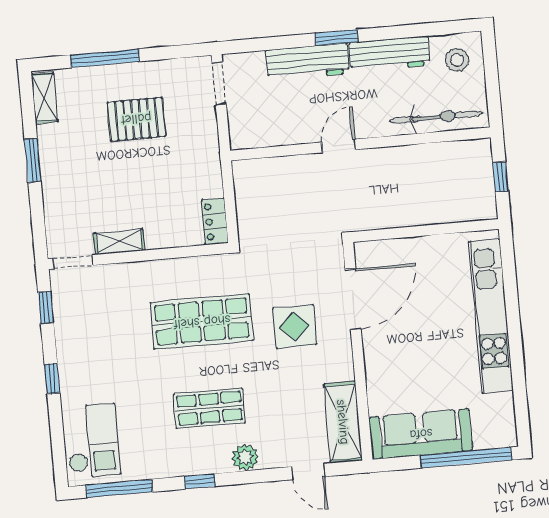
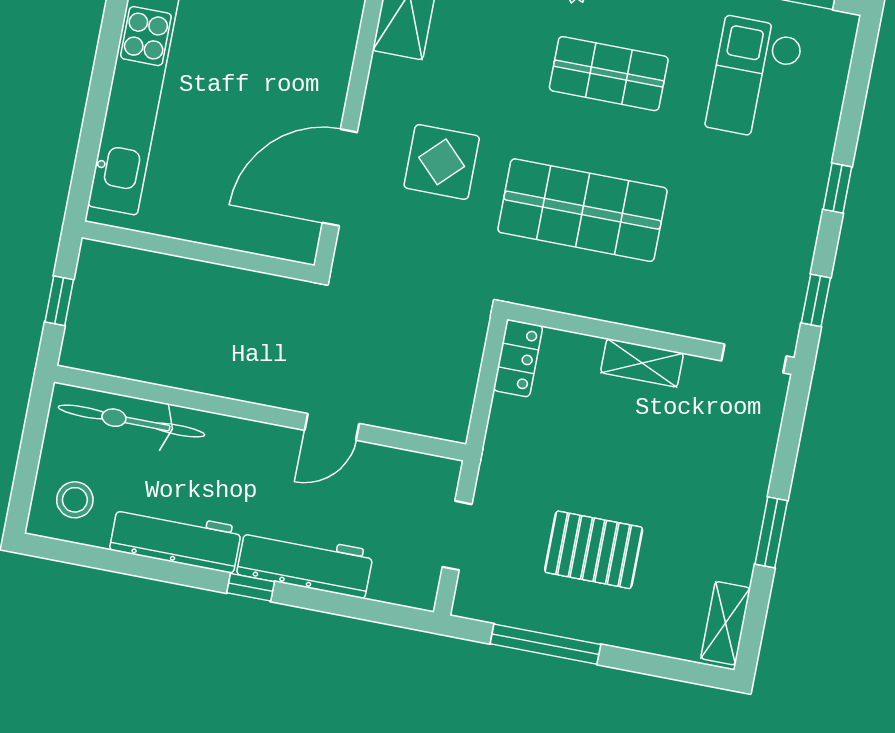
window: (336, 38) -> (251, 587), width x0.67
window: (105, 58) -> (545, 644), moved
doorway: (219, 83) -> (457, 536), moved
door: (339, 146) -> (332, 427), moved
shelving: (119, 242) -> (642, 363), moved
checkout: (93, 441) -> (755, 78), moved

